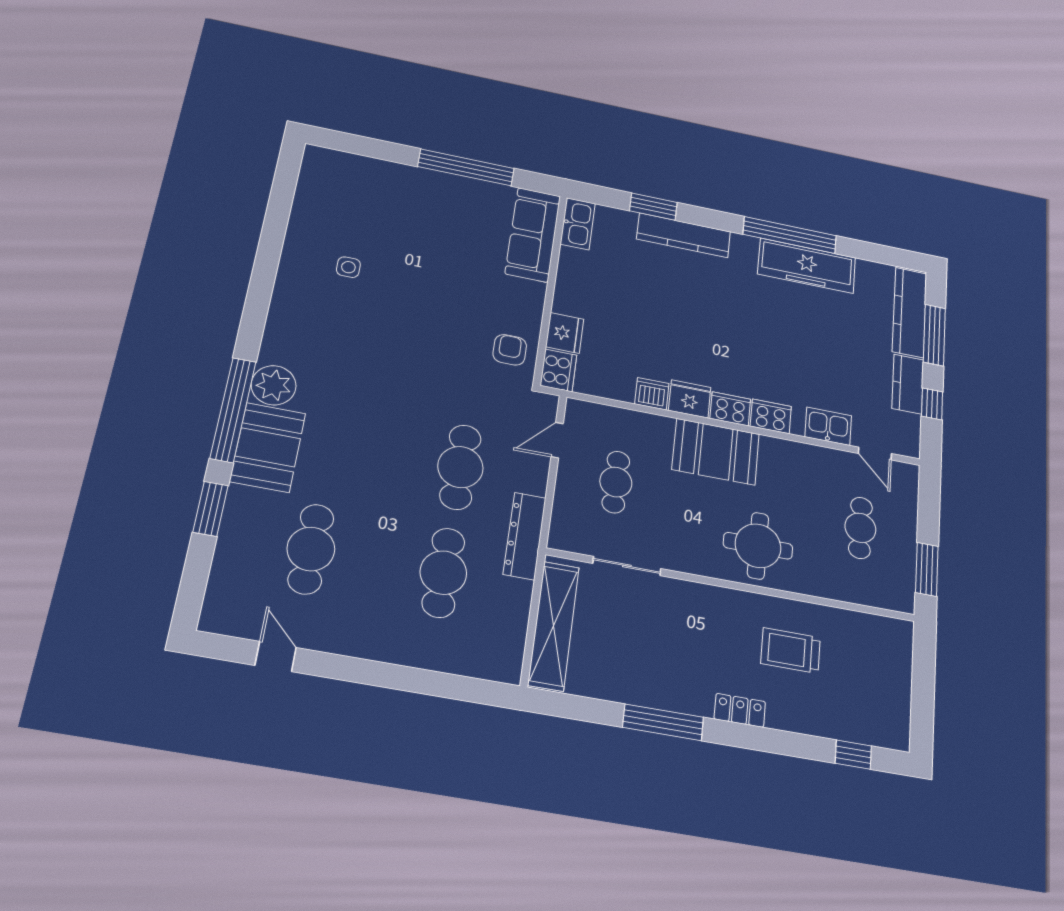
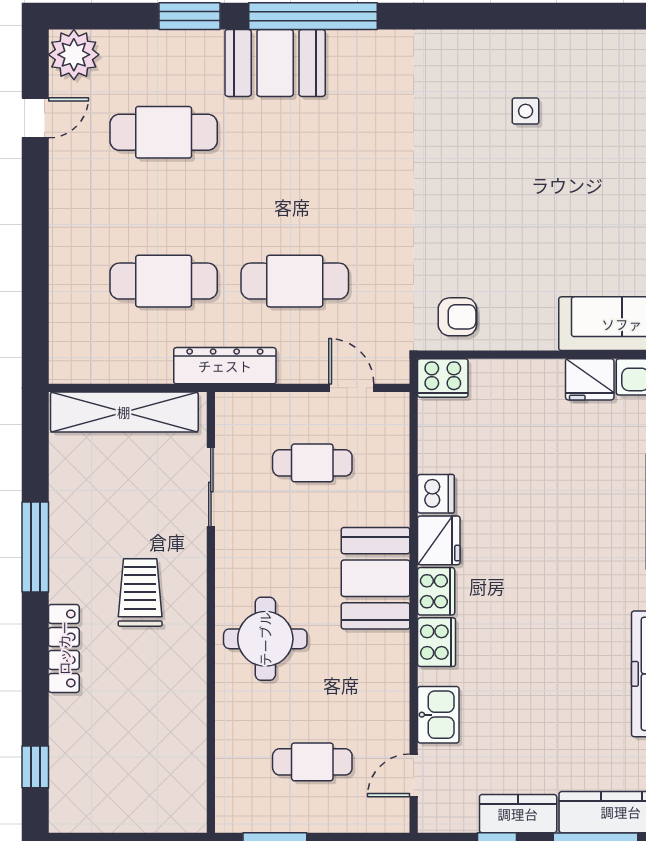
fridge: (565, 333) -> (590, 379), moved
plant: (274, 385) -> (74, 55), moved
trolley: (791, 651) -> (140, 592), moved
locker: (740, 710) -> (64, 648), width x1.53

